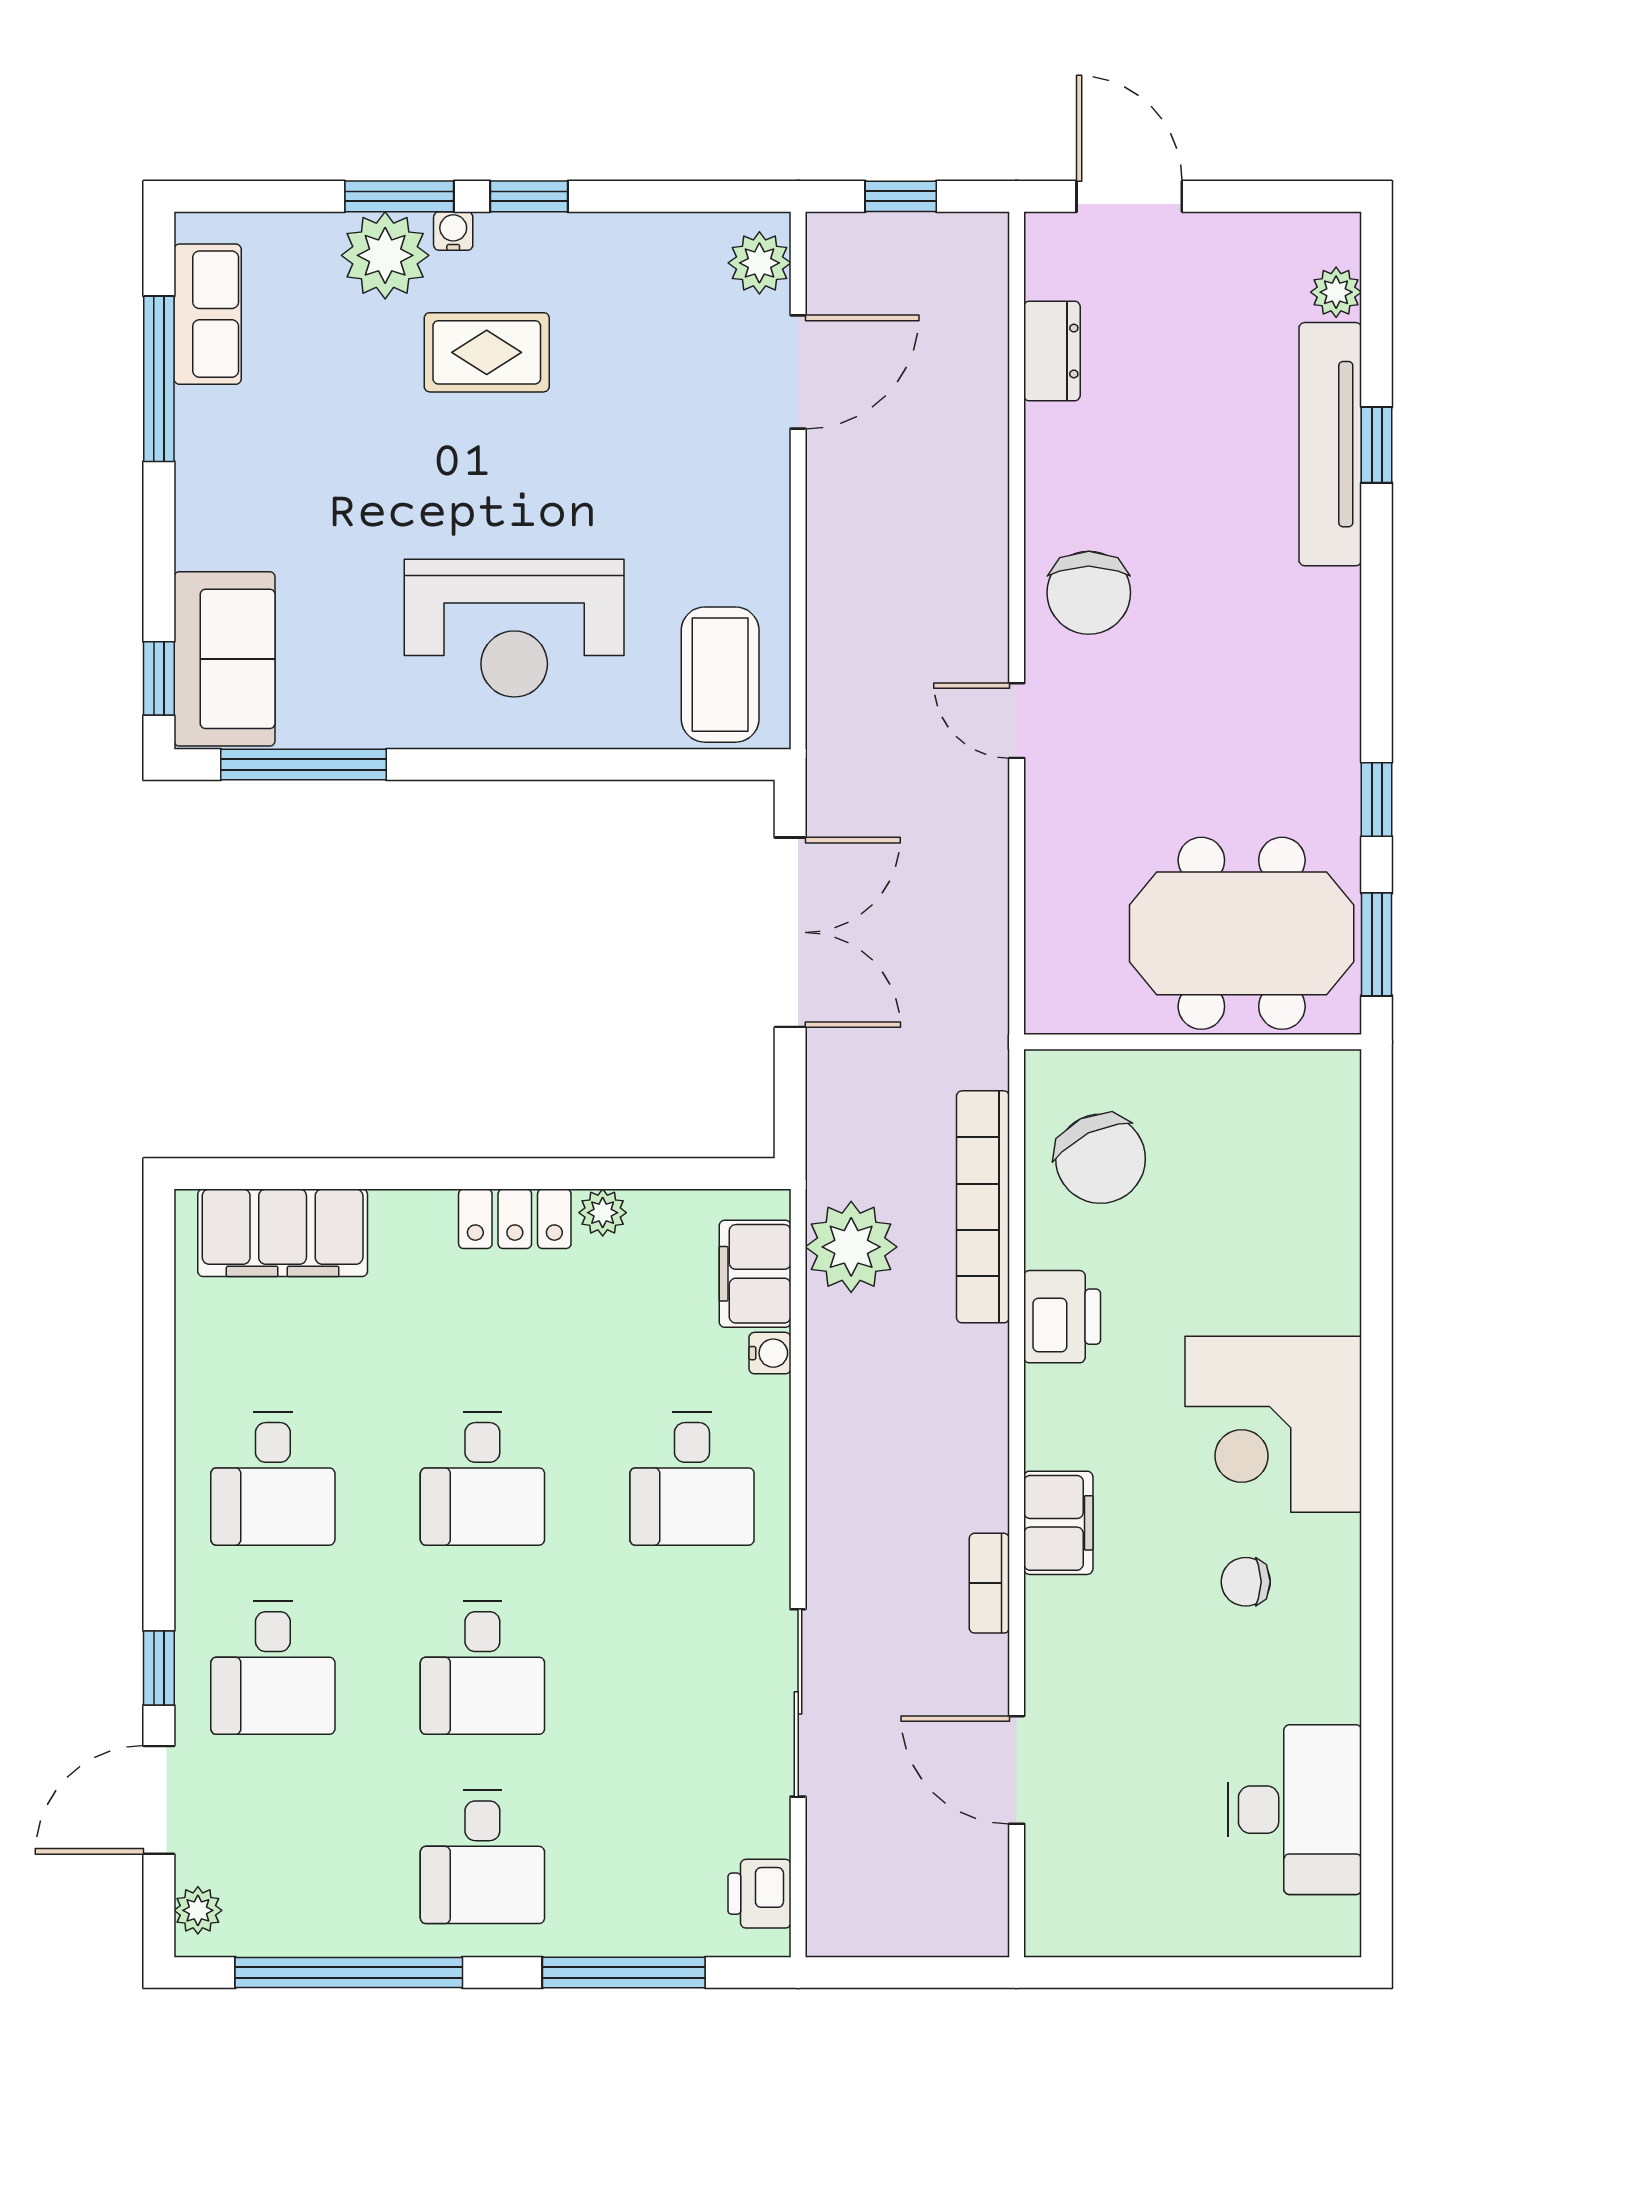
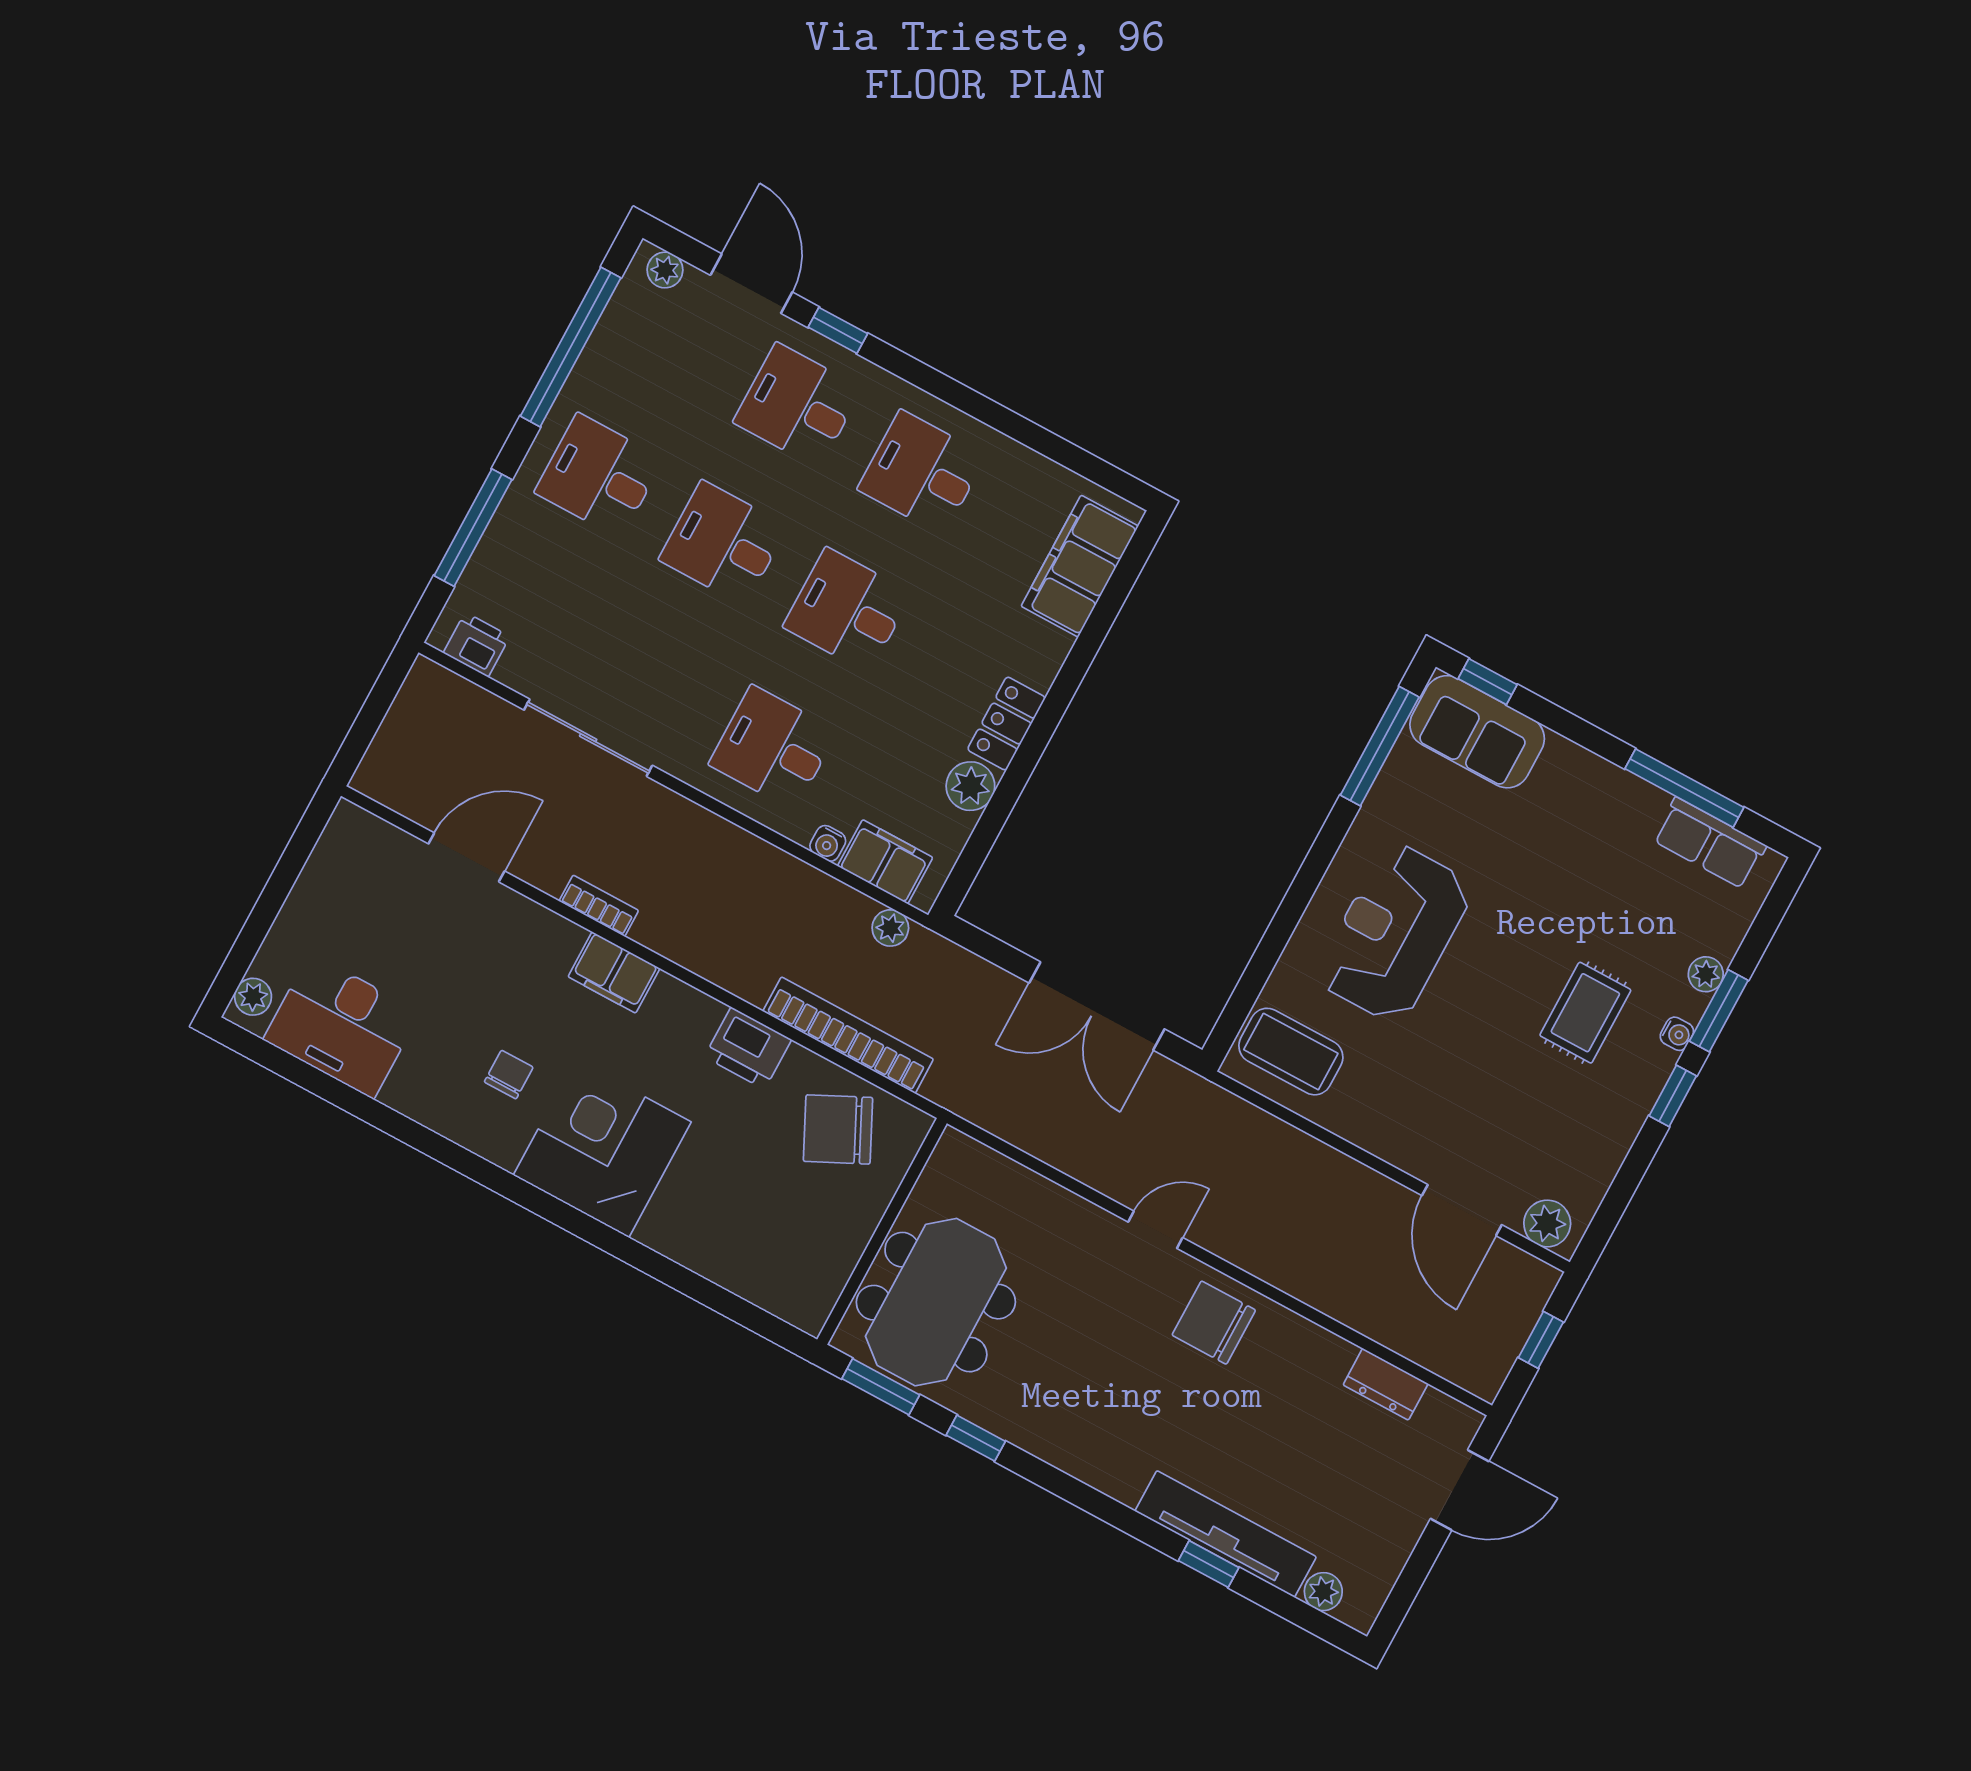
plant: (385, 255) -> (1706, 974), width x0.53, depth x0.53
plant: (603, 1213) -> (970, 786), width x1.38, depth x1.38
plant: (851, 1247) -> (890, 928), width x0.53, depth x0.53
plant: (1317, 1933) -> (253, 997), added

